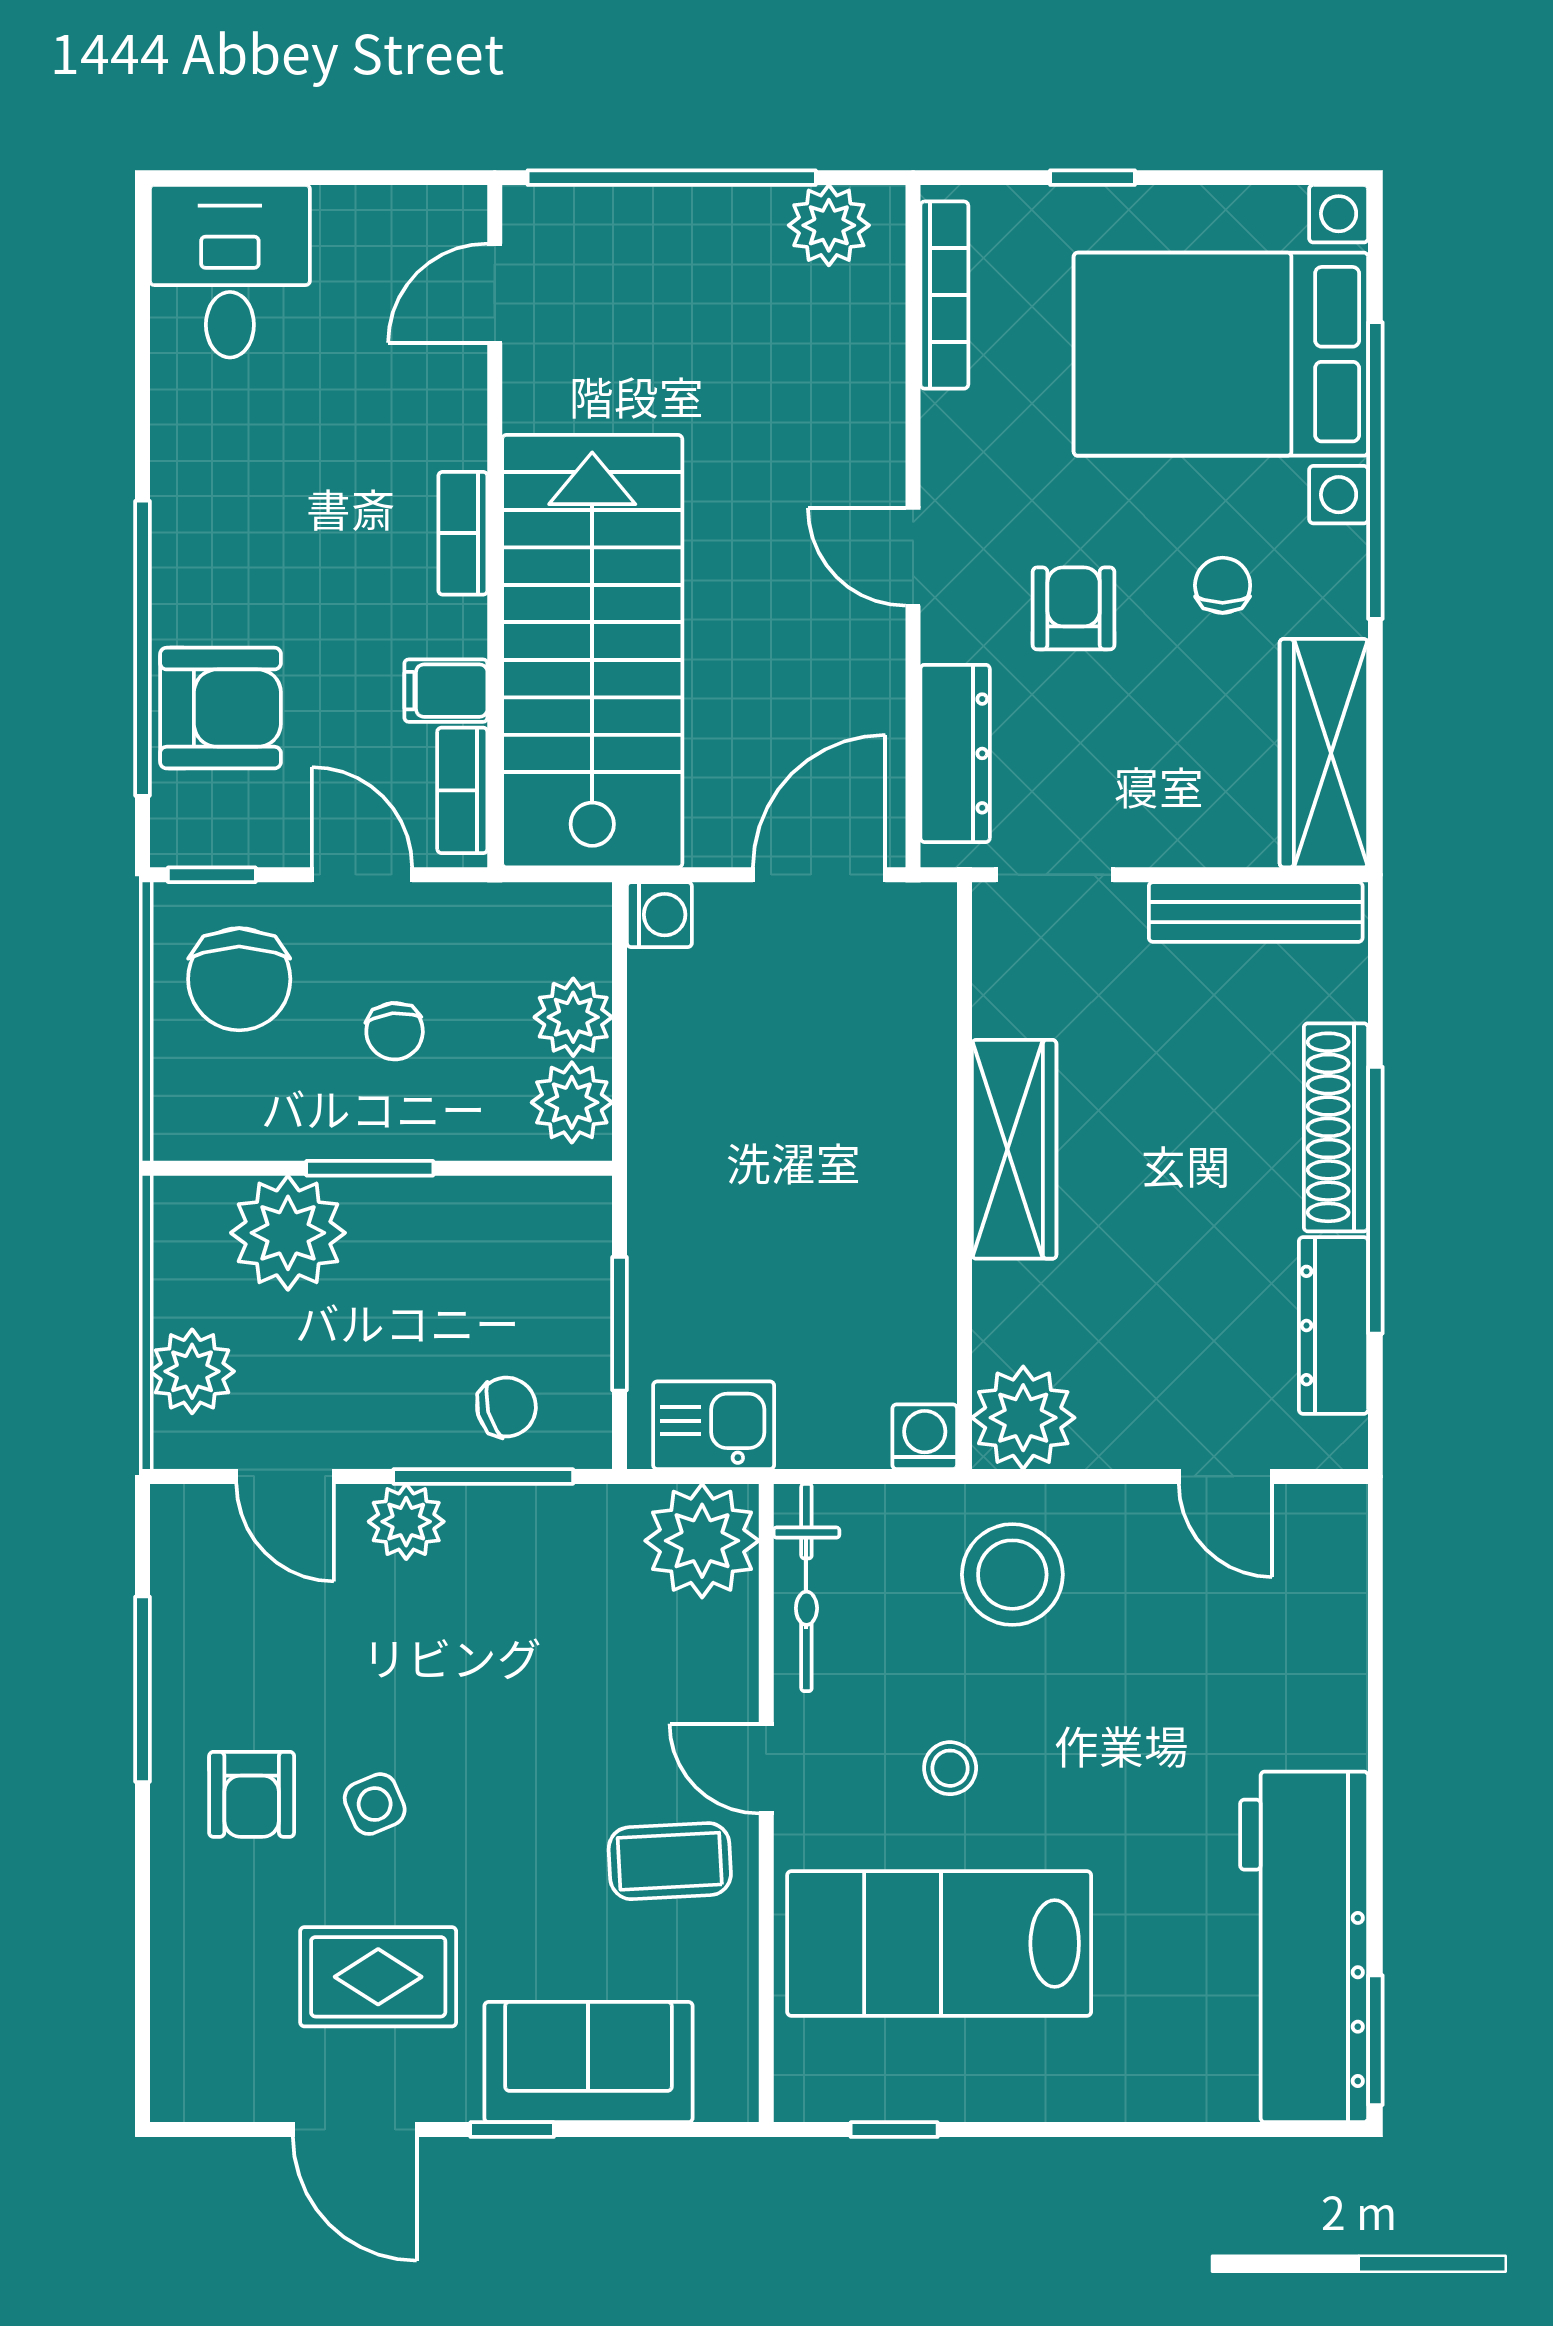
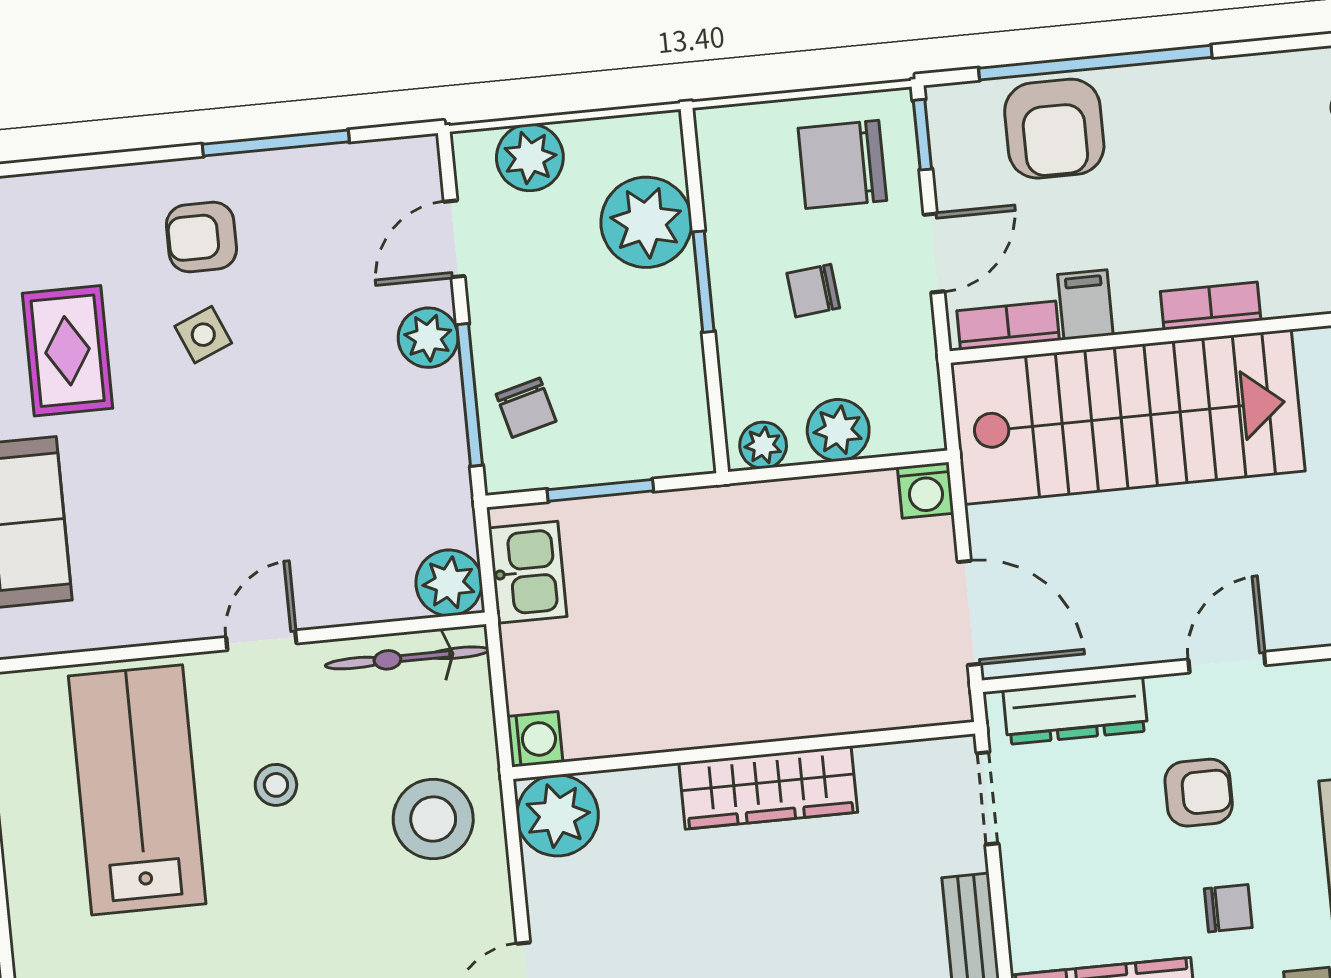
plant: (572, 1102) -> (763, 445), width x0.73, depth x0.73
plant: (702, 1541) -> (449, 583), width x0.73, depth x0.73
coffee table: (670, 1861) -> (181, 571), removed

